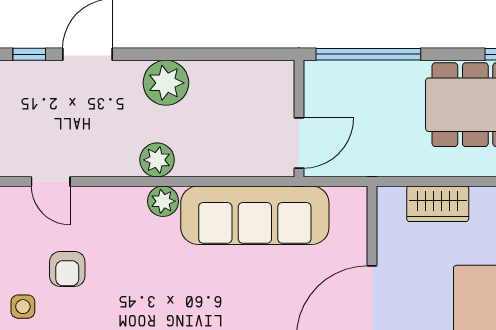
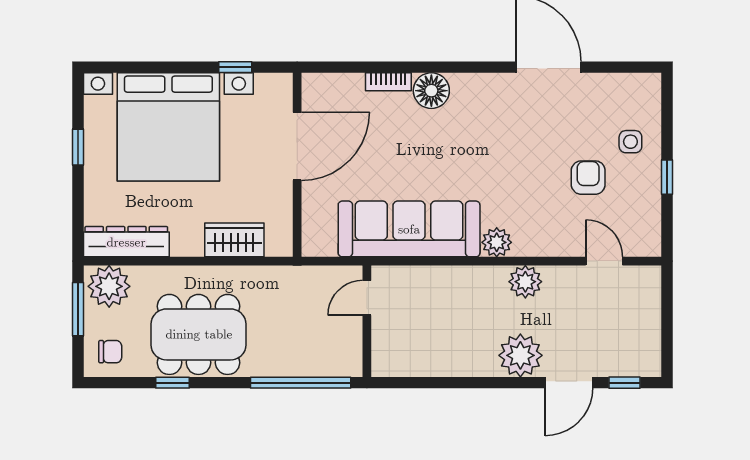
plant: (166, 83) -> (520, 355), moved
door: (299, 143) -> (367, 298), width x0.73
plant: (157, 160) -> (525, 282), moved

